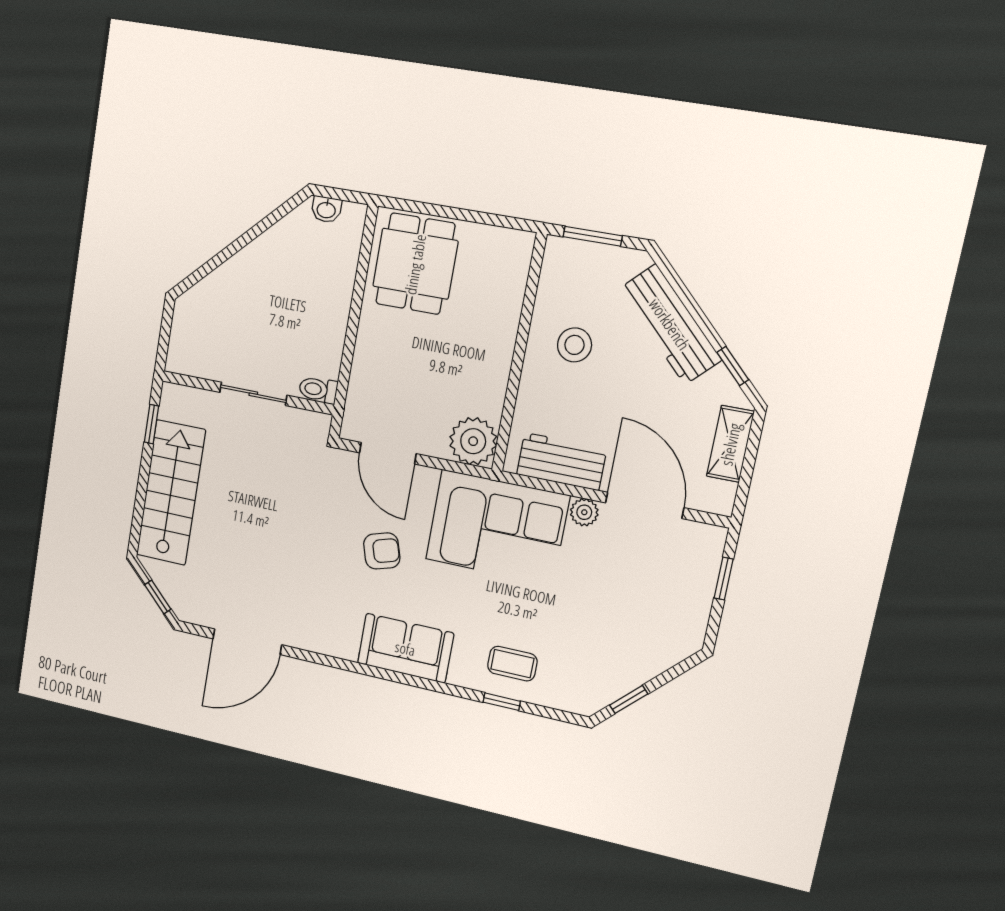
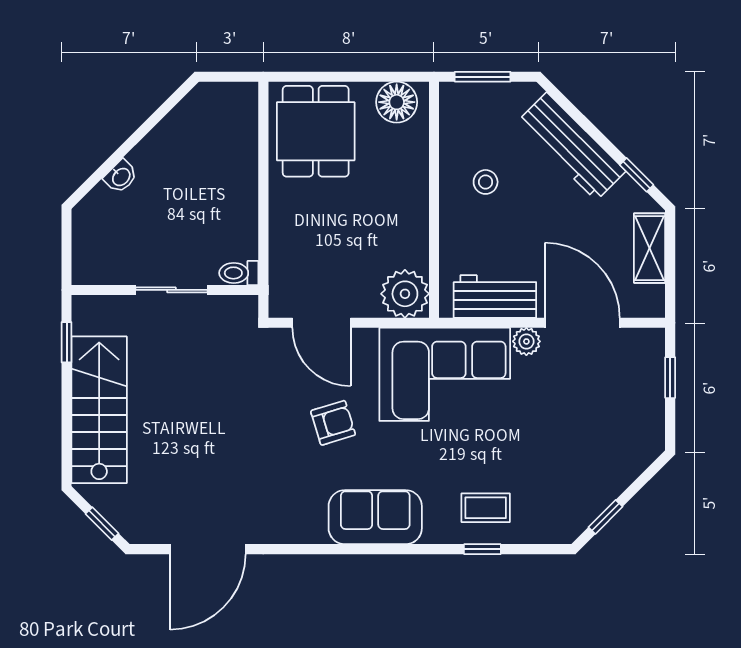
washbasin: (326, 209) -> (121, 177), moved, turned -45
floor lamp: (500, 248) -> (397, 102), added
stool: (574, 345) -> (486, 182), width x0.73, depth x0.73

